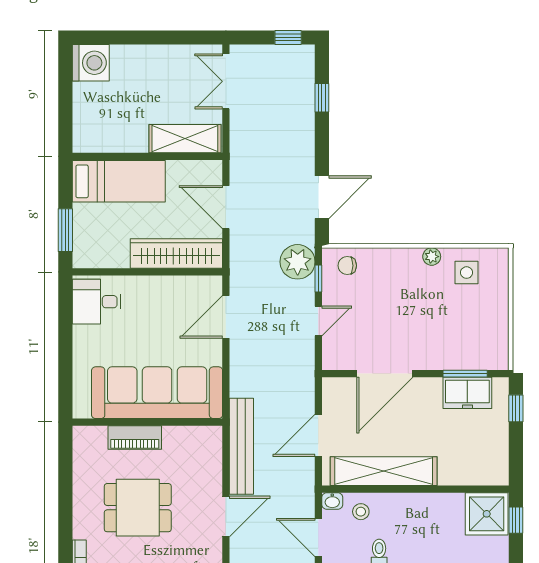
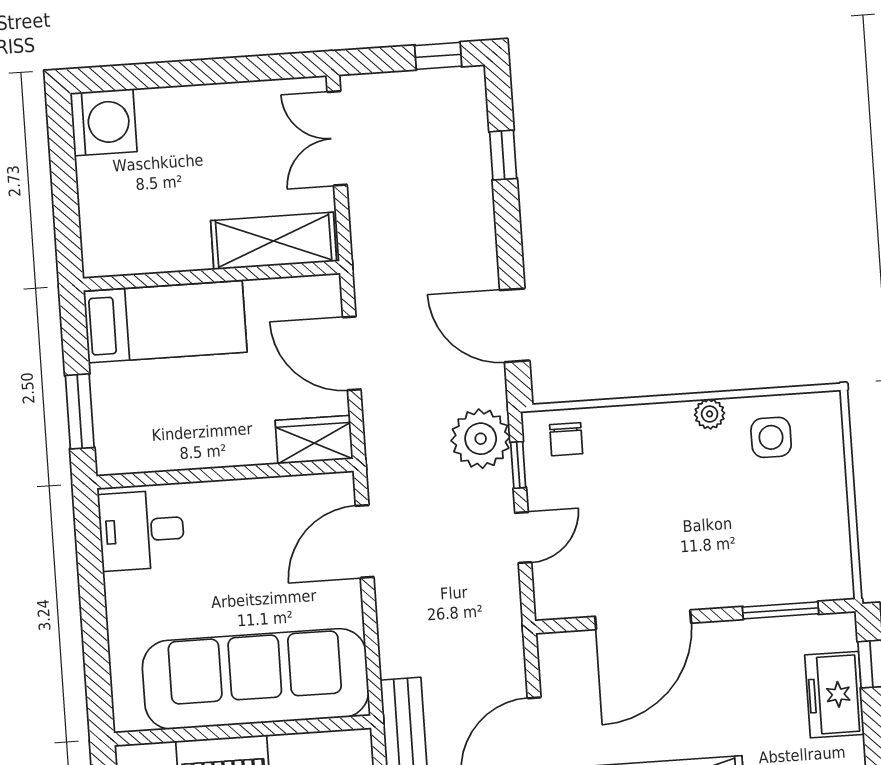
door: (322, 197) -> (515, 325), swing flipped
wardrobe: (176, 254) -> (314, 440), width x0.48, depth x0.85
chair: (347, 266) -> (566, 439), turned -90
freezer: (467, 393) -> (834, 695), moved, turned 90

